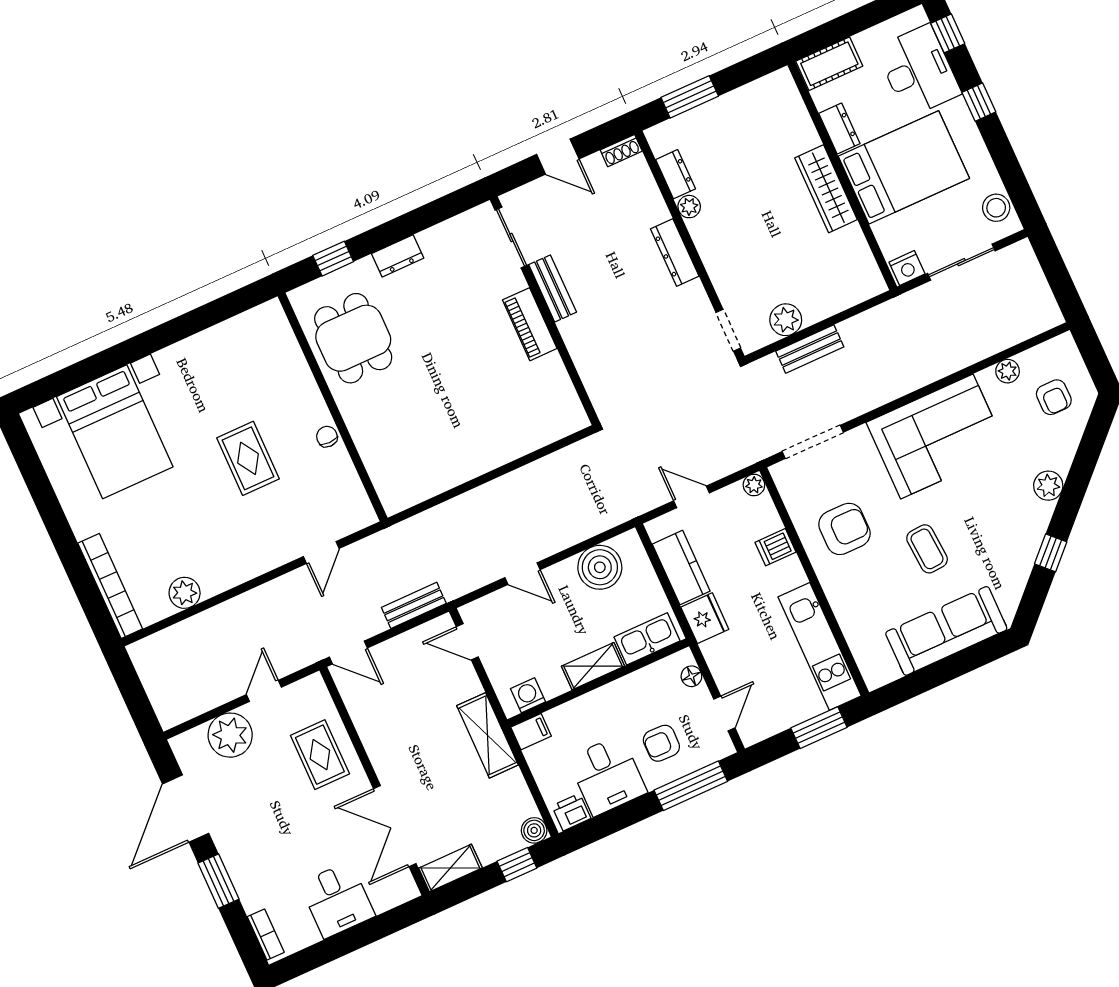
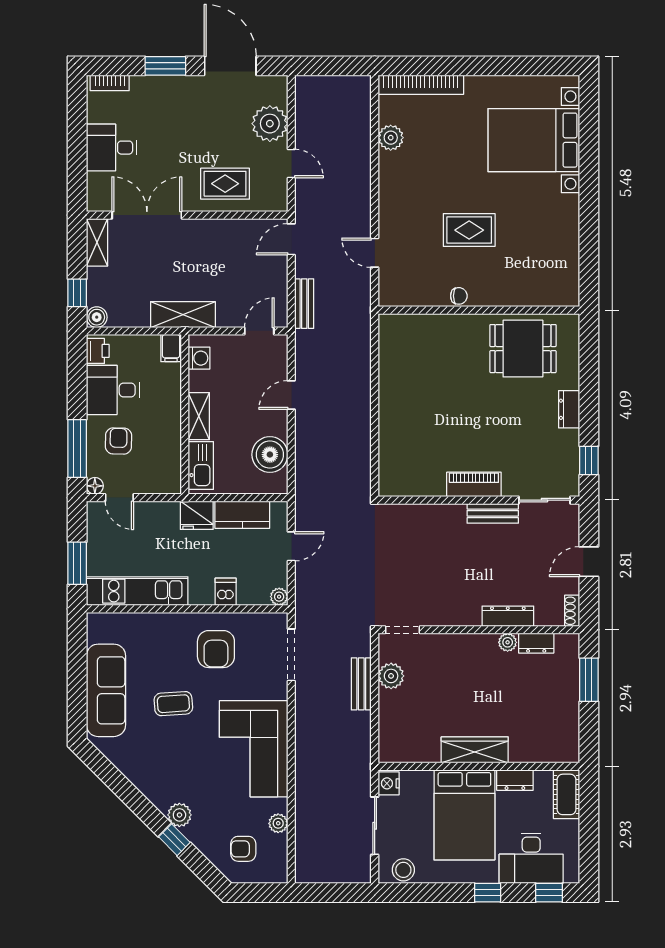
dresser: (675, 252) -> (508, 616), moved
window: (333, 259) -> (589, 460), moved
window: (1051, 553) -> (174, 840), moved
floor lamp: (691, 676) -> (95, 486), moved

